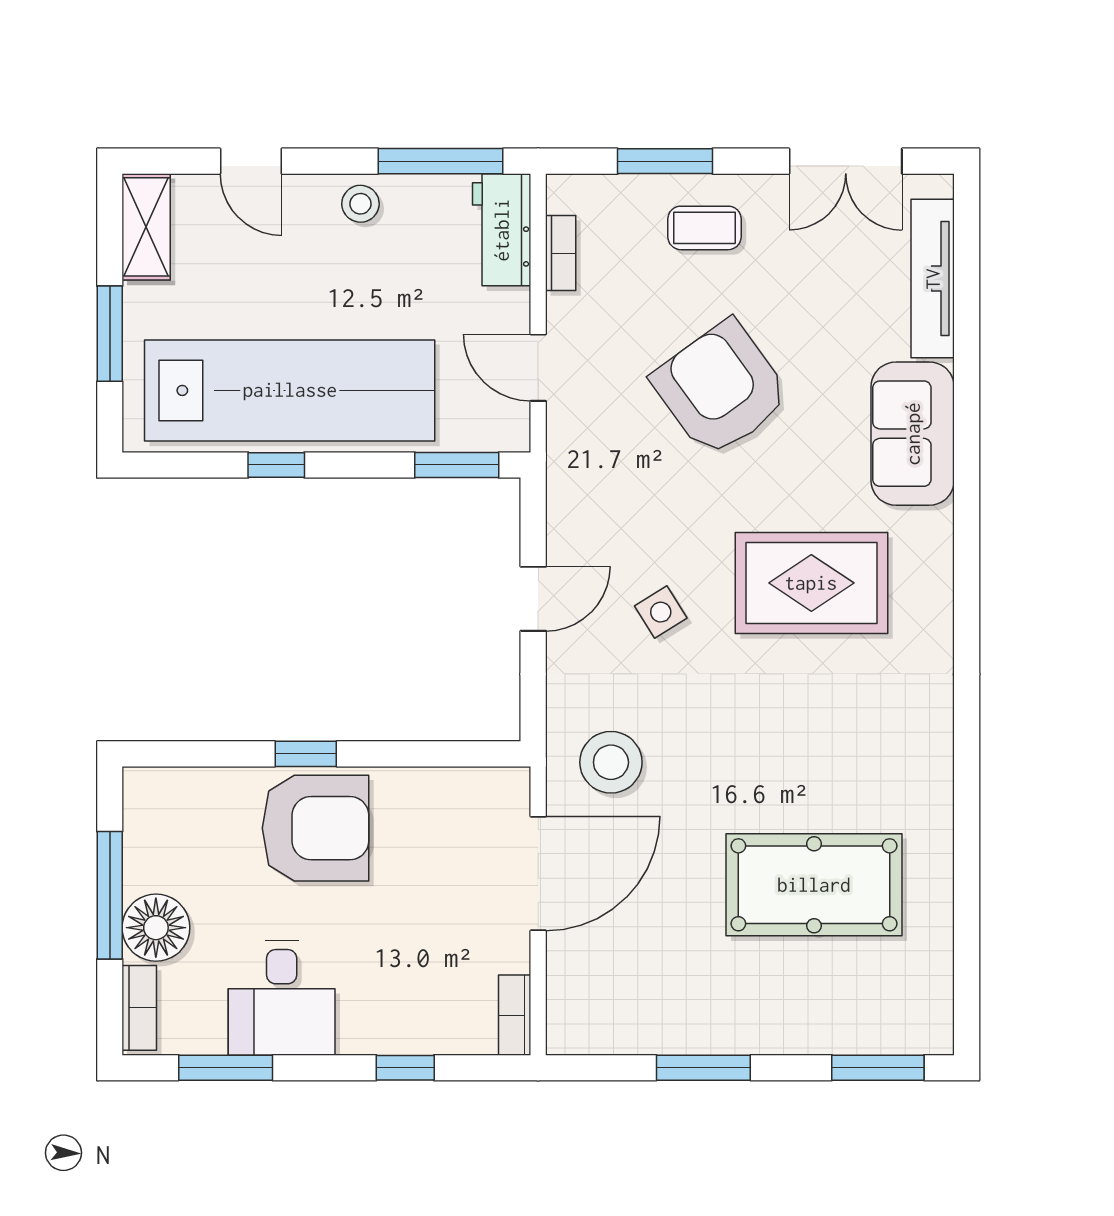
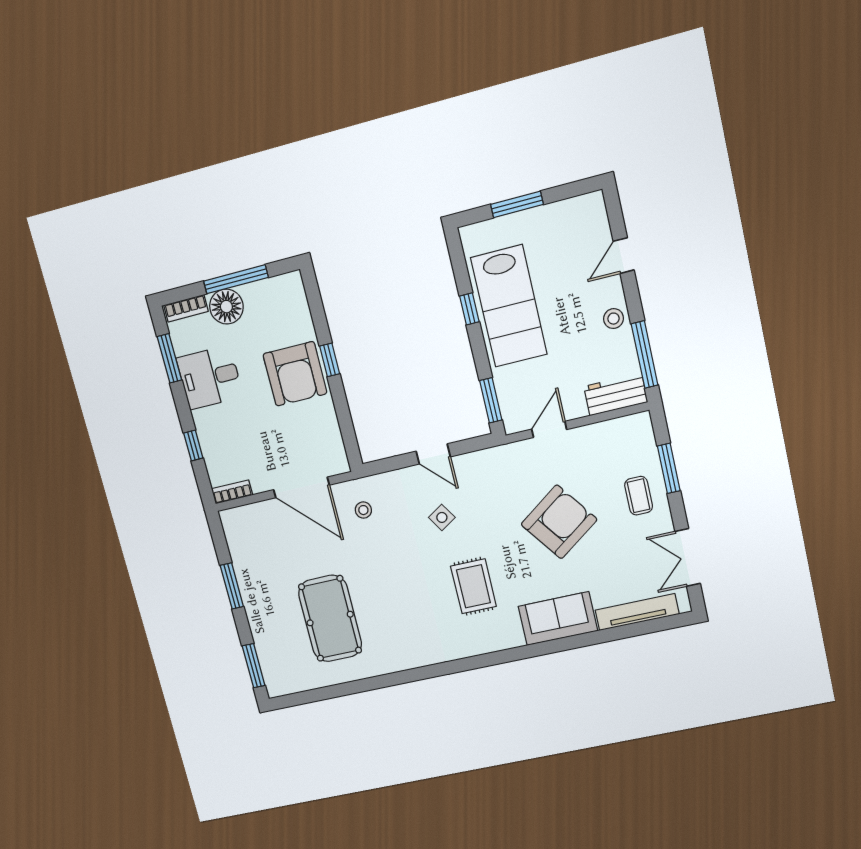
shelving: (146, 227) -> (577, 209), removed
bookcase: (561, 253) -> (610, 427), removed
lab bench: (290, 390) -> (509, 306), width x0.73
rug: (811, 583) -> (473, 586), width x0.73, depth x0.70
stool: (611, 762) -> (363, 510), width x0.53, depth x0.53

